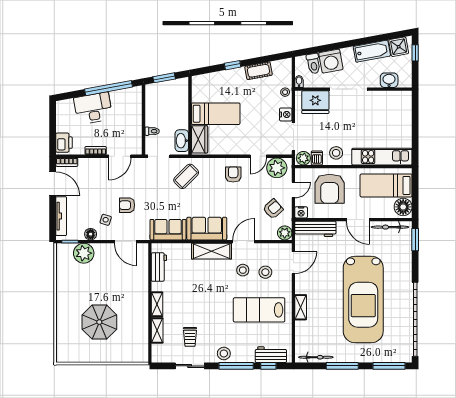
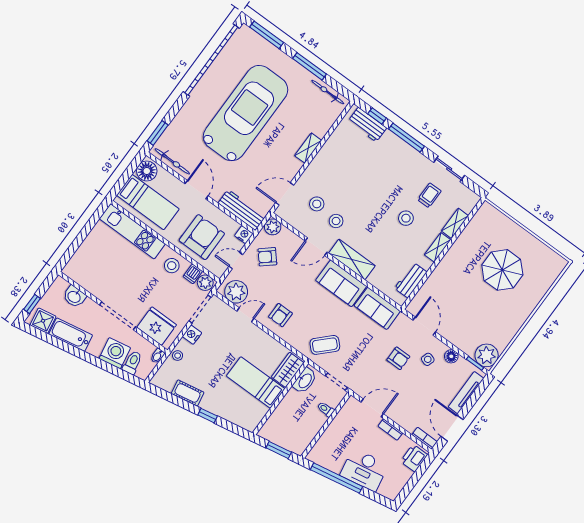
plant: (84, 253) -> (487, 355), moved
lab bench: (259, 310) -> (348, 174), removed
stool: (224, 353) -> (406, 218), moved

